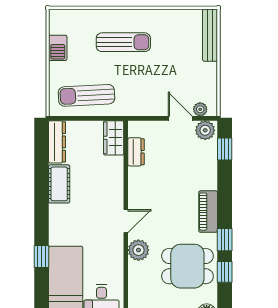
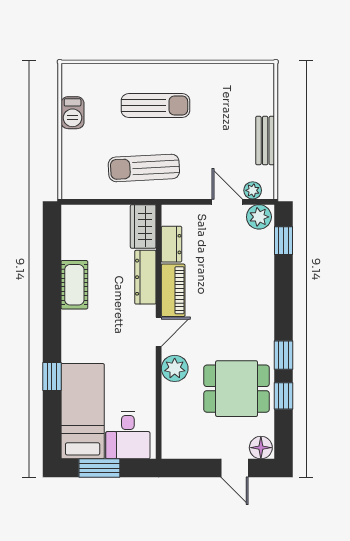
bench: (210, 35) -> (265, 141), moved, width x0.73
sun lounger: (86, 95) -> (144, 168), moved
dresser: (57, 142) -> (145, 277), moved, turned 180
piano: (208, 212) -> (173, 290), moved, turned 180

